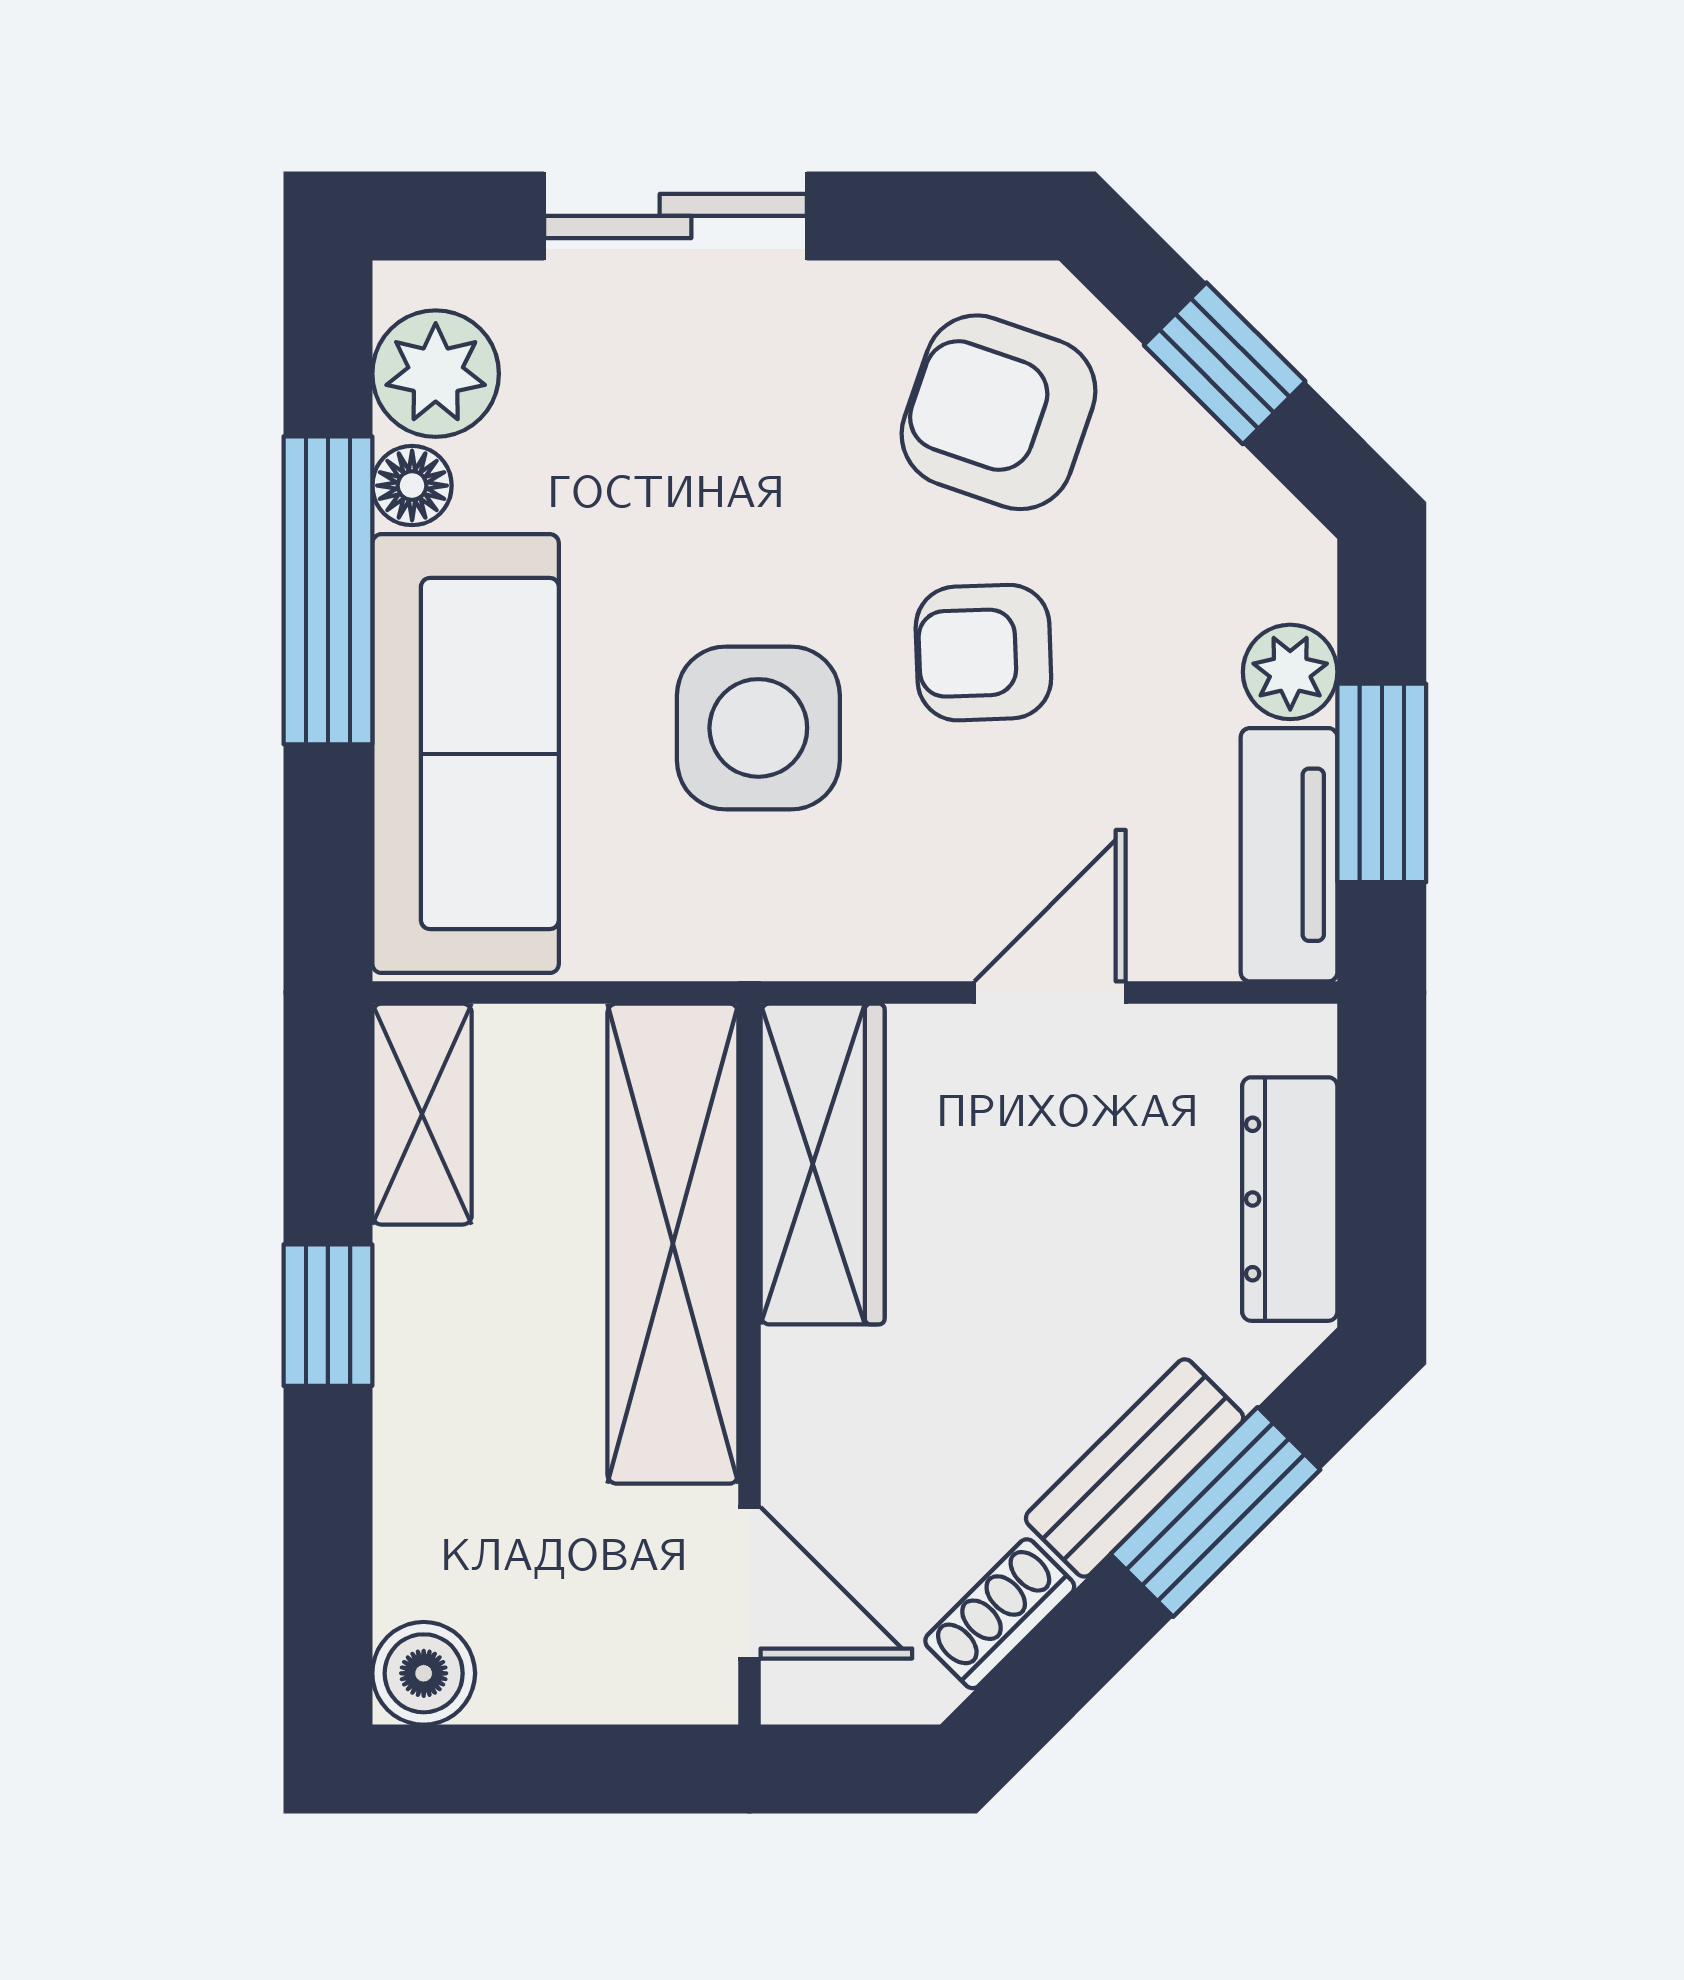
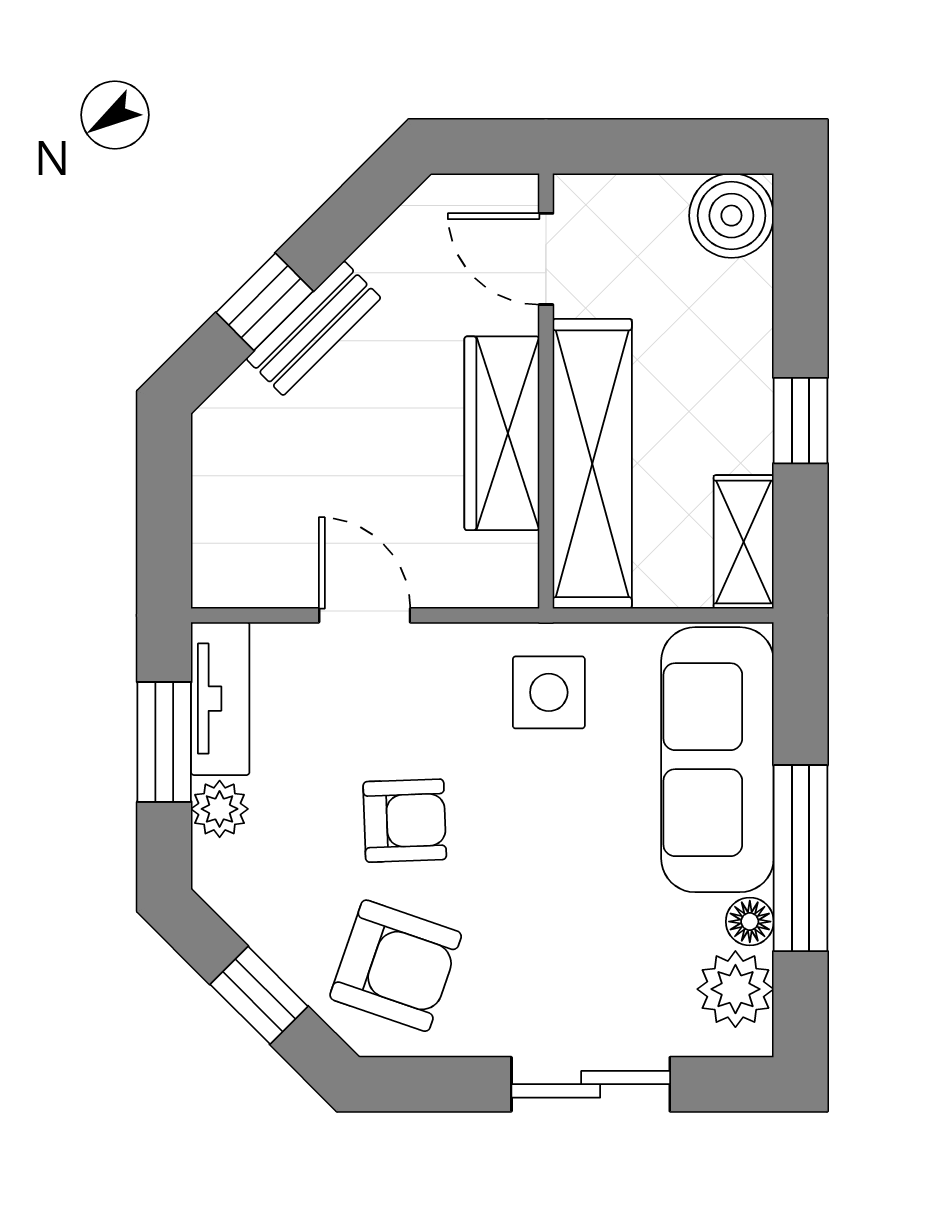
side table: (758, 728) -> (549, 692), moved, width x0.73, depth x0.73
door: (1050, 993) -> (365, 615), swing flipped
wardrobe: (823, 1164) -> (502, 433), moved
dresser: (1290, 1199) -> (220, 491), removed
window: (1215, 1512) -> (265, 302), width x0.67
shoe rack: (1000, 1614) -> (395, 240), removed
boiler: (424, 1673) -> (731, 216), width x1.36, depth x1.36

